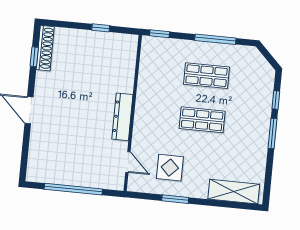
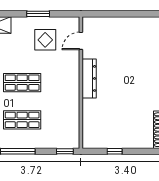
door: (128, 162) -> (81, 41), hinge flipped
window: (73, 189) -> (124, 14), removed

